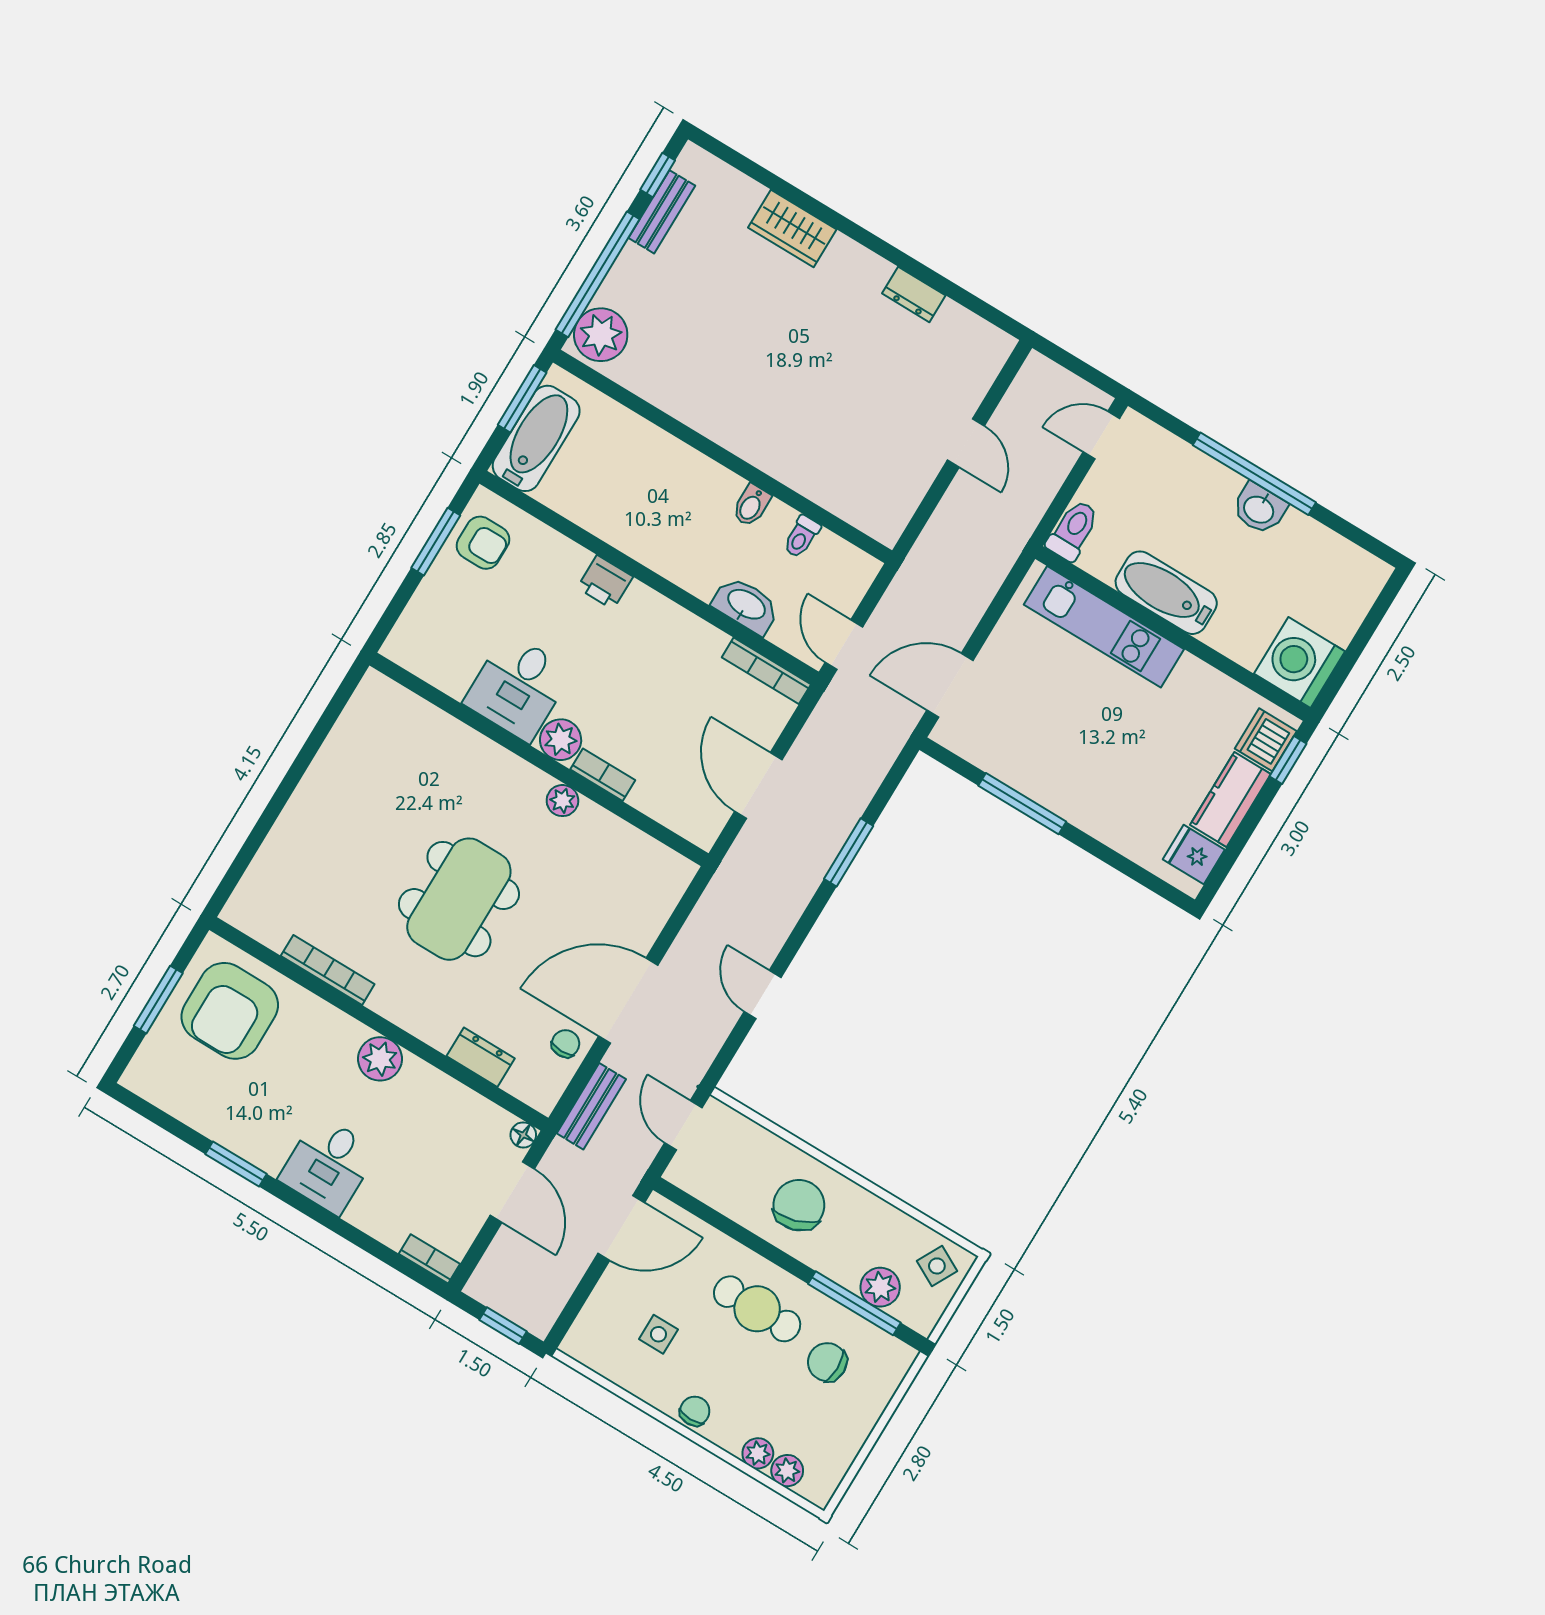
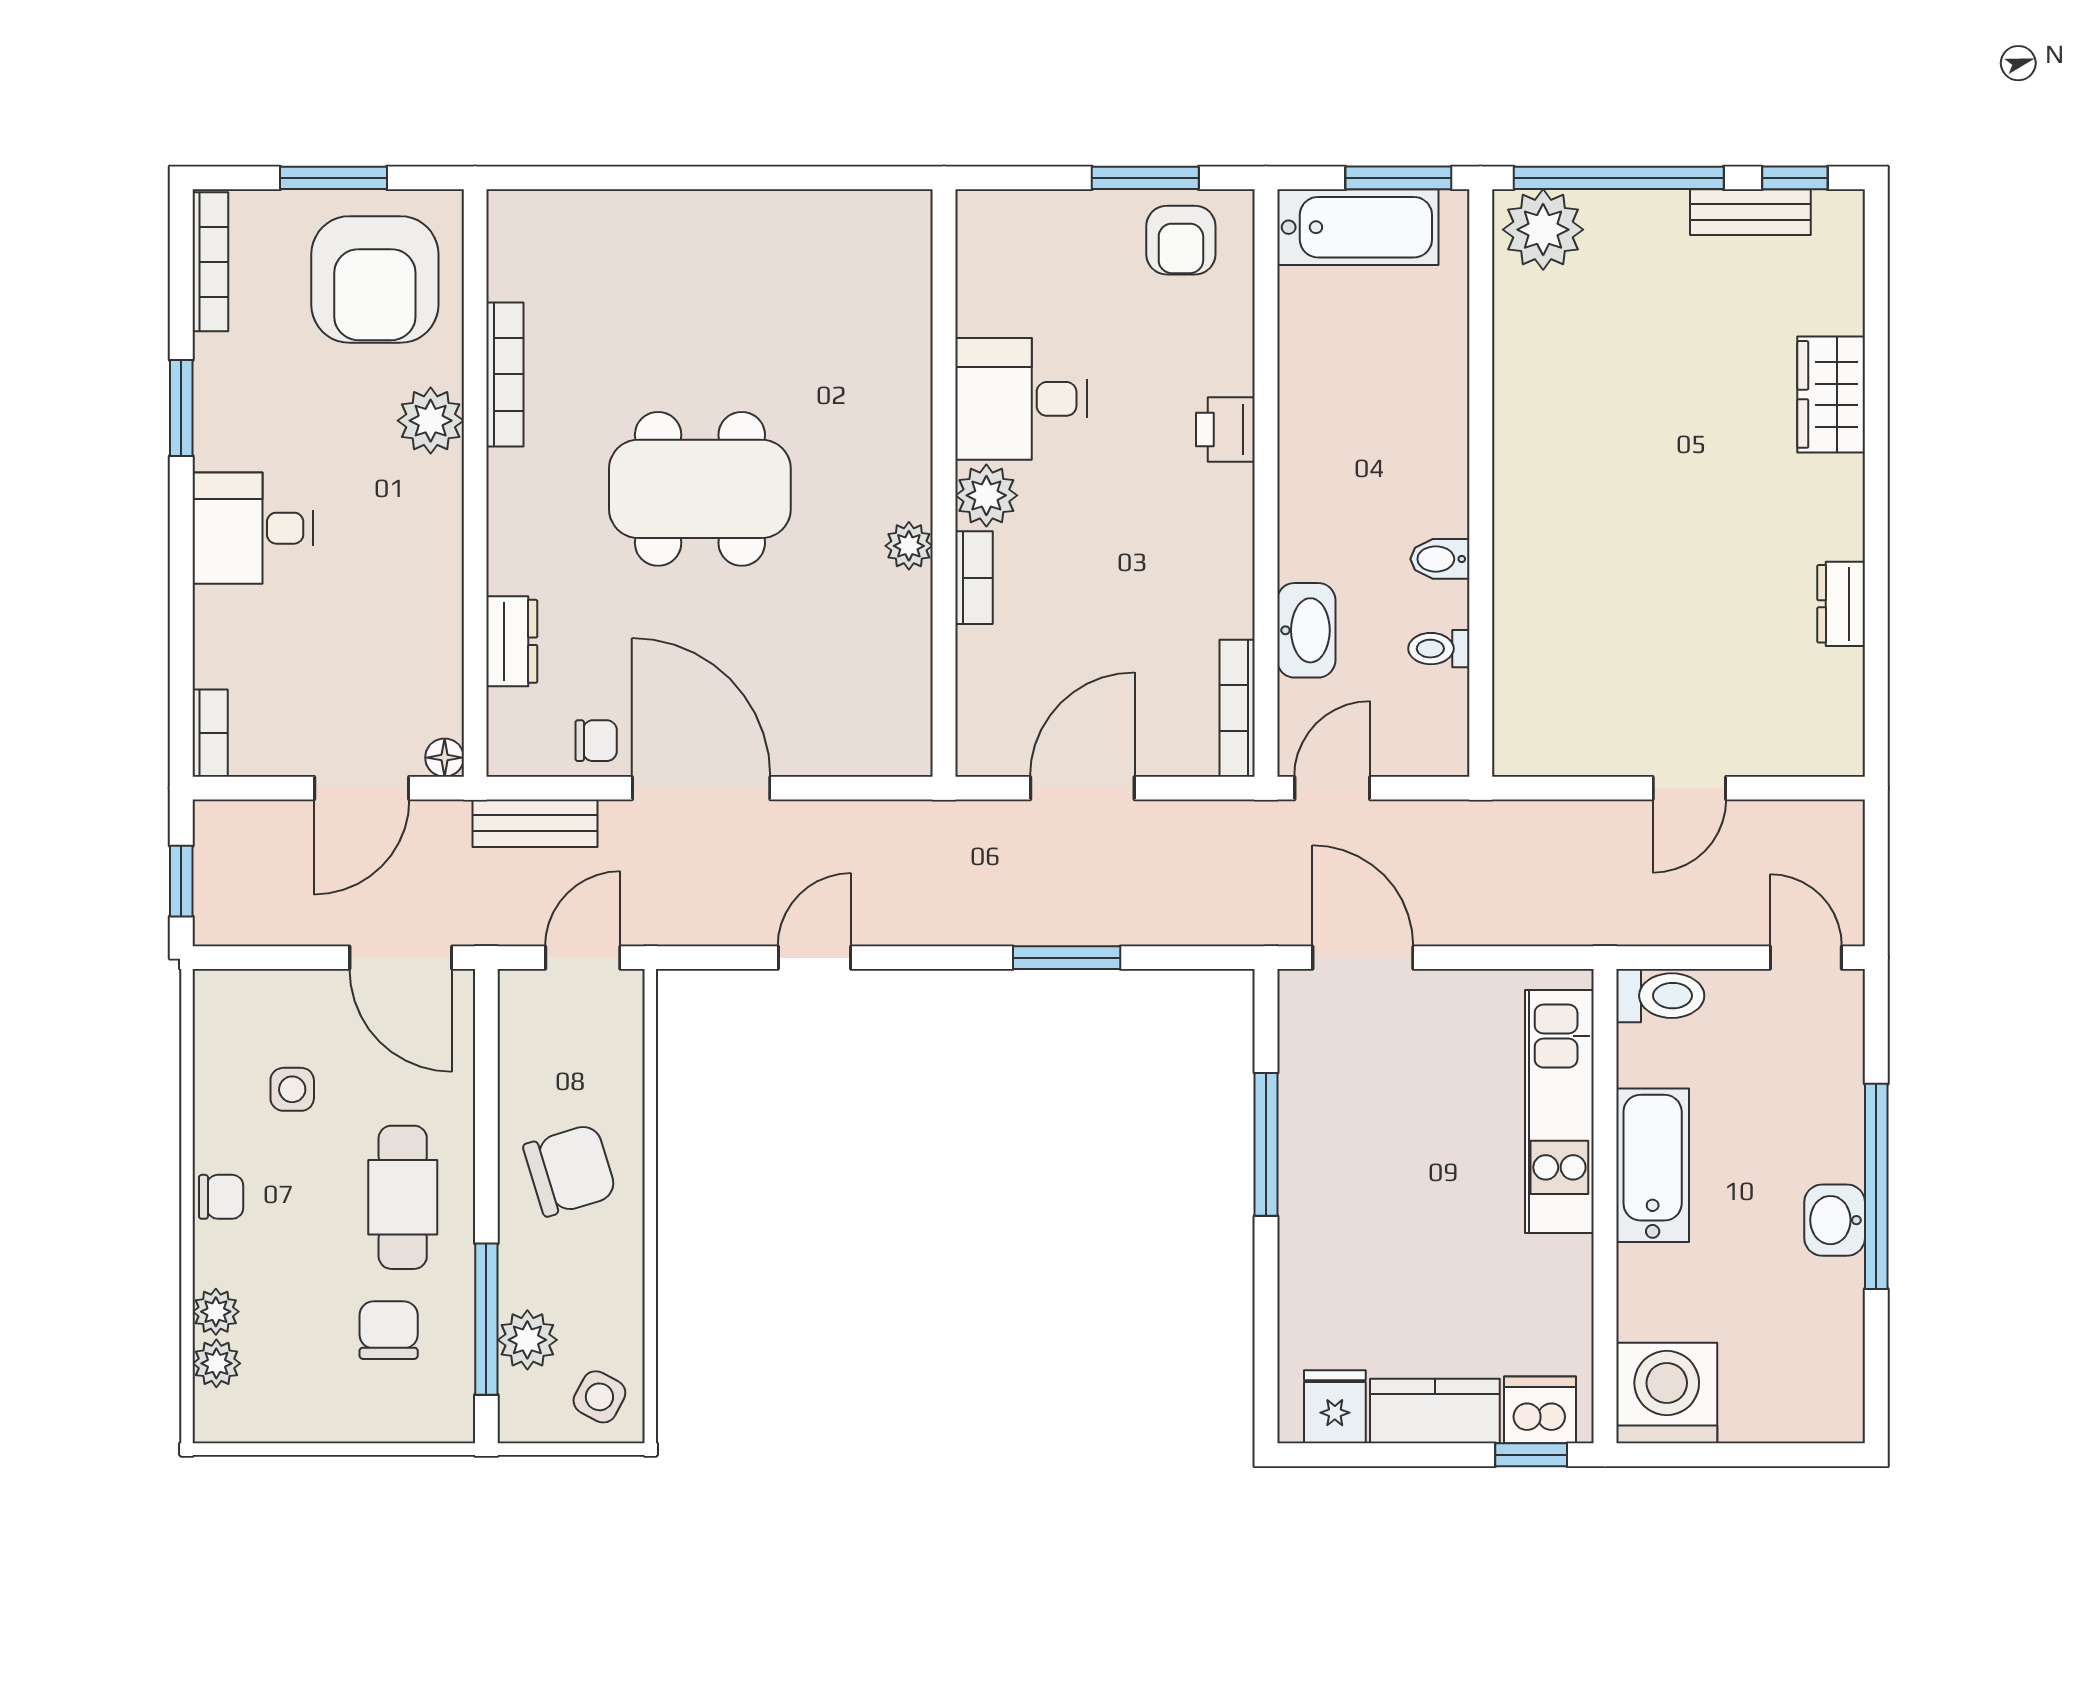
armchair: (230, 1011) -> (375, 279), turned -90
plant: (380, 1059) -> (431, 421), moved
bookcase: (164, 1098) -> (210, 262), added

